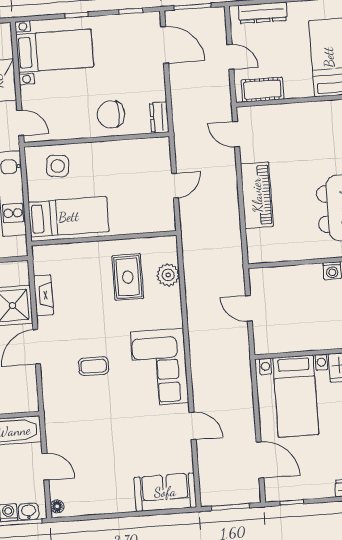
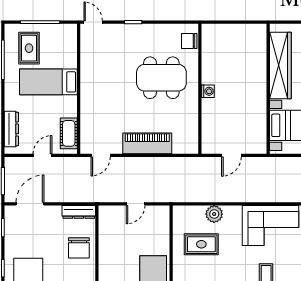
dresser: (159, 117) -> (79, 212), width x1.44
door: (175, 186) -> (136, 204), swing flipped
plant: (168, 275) -> (214, 214), moved

